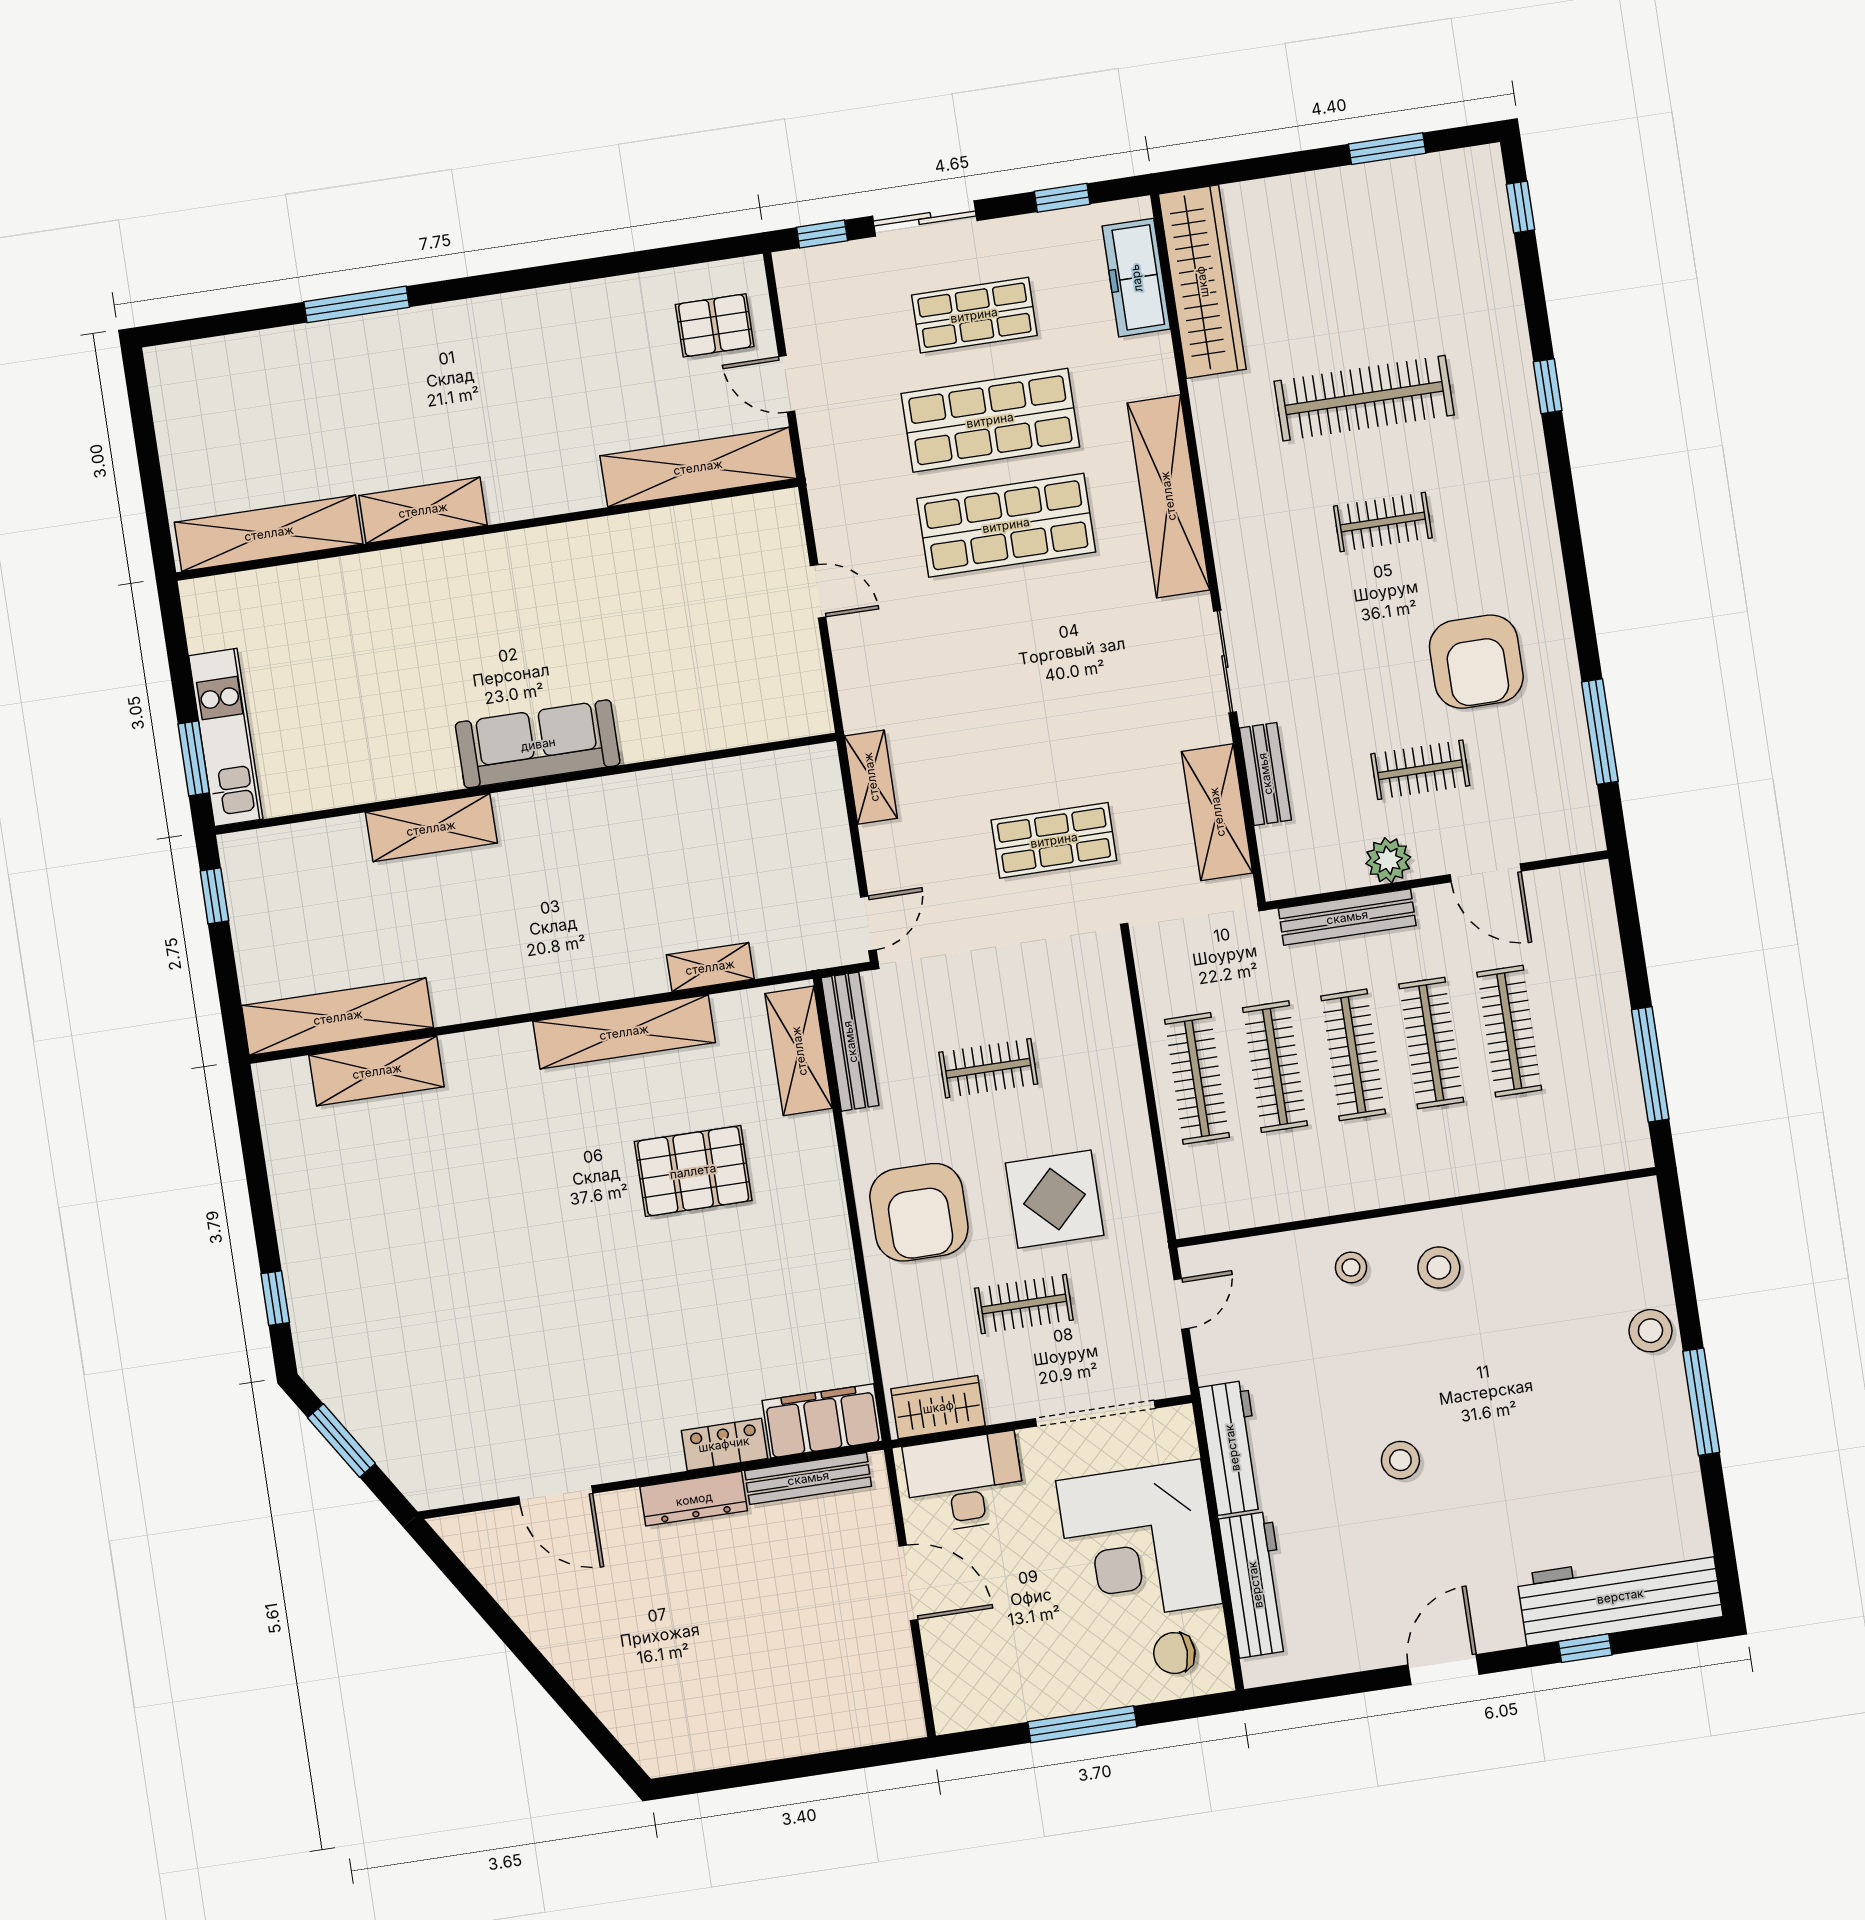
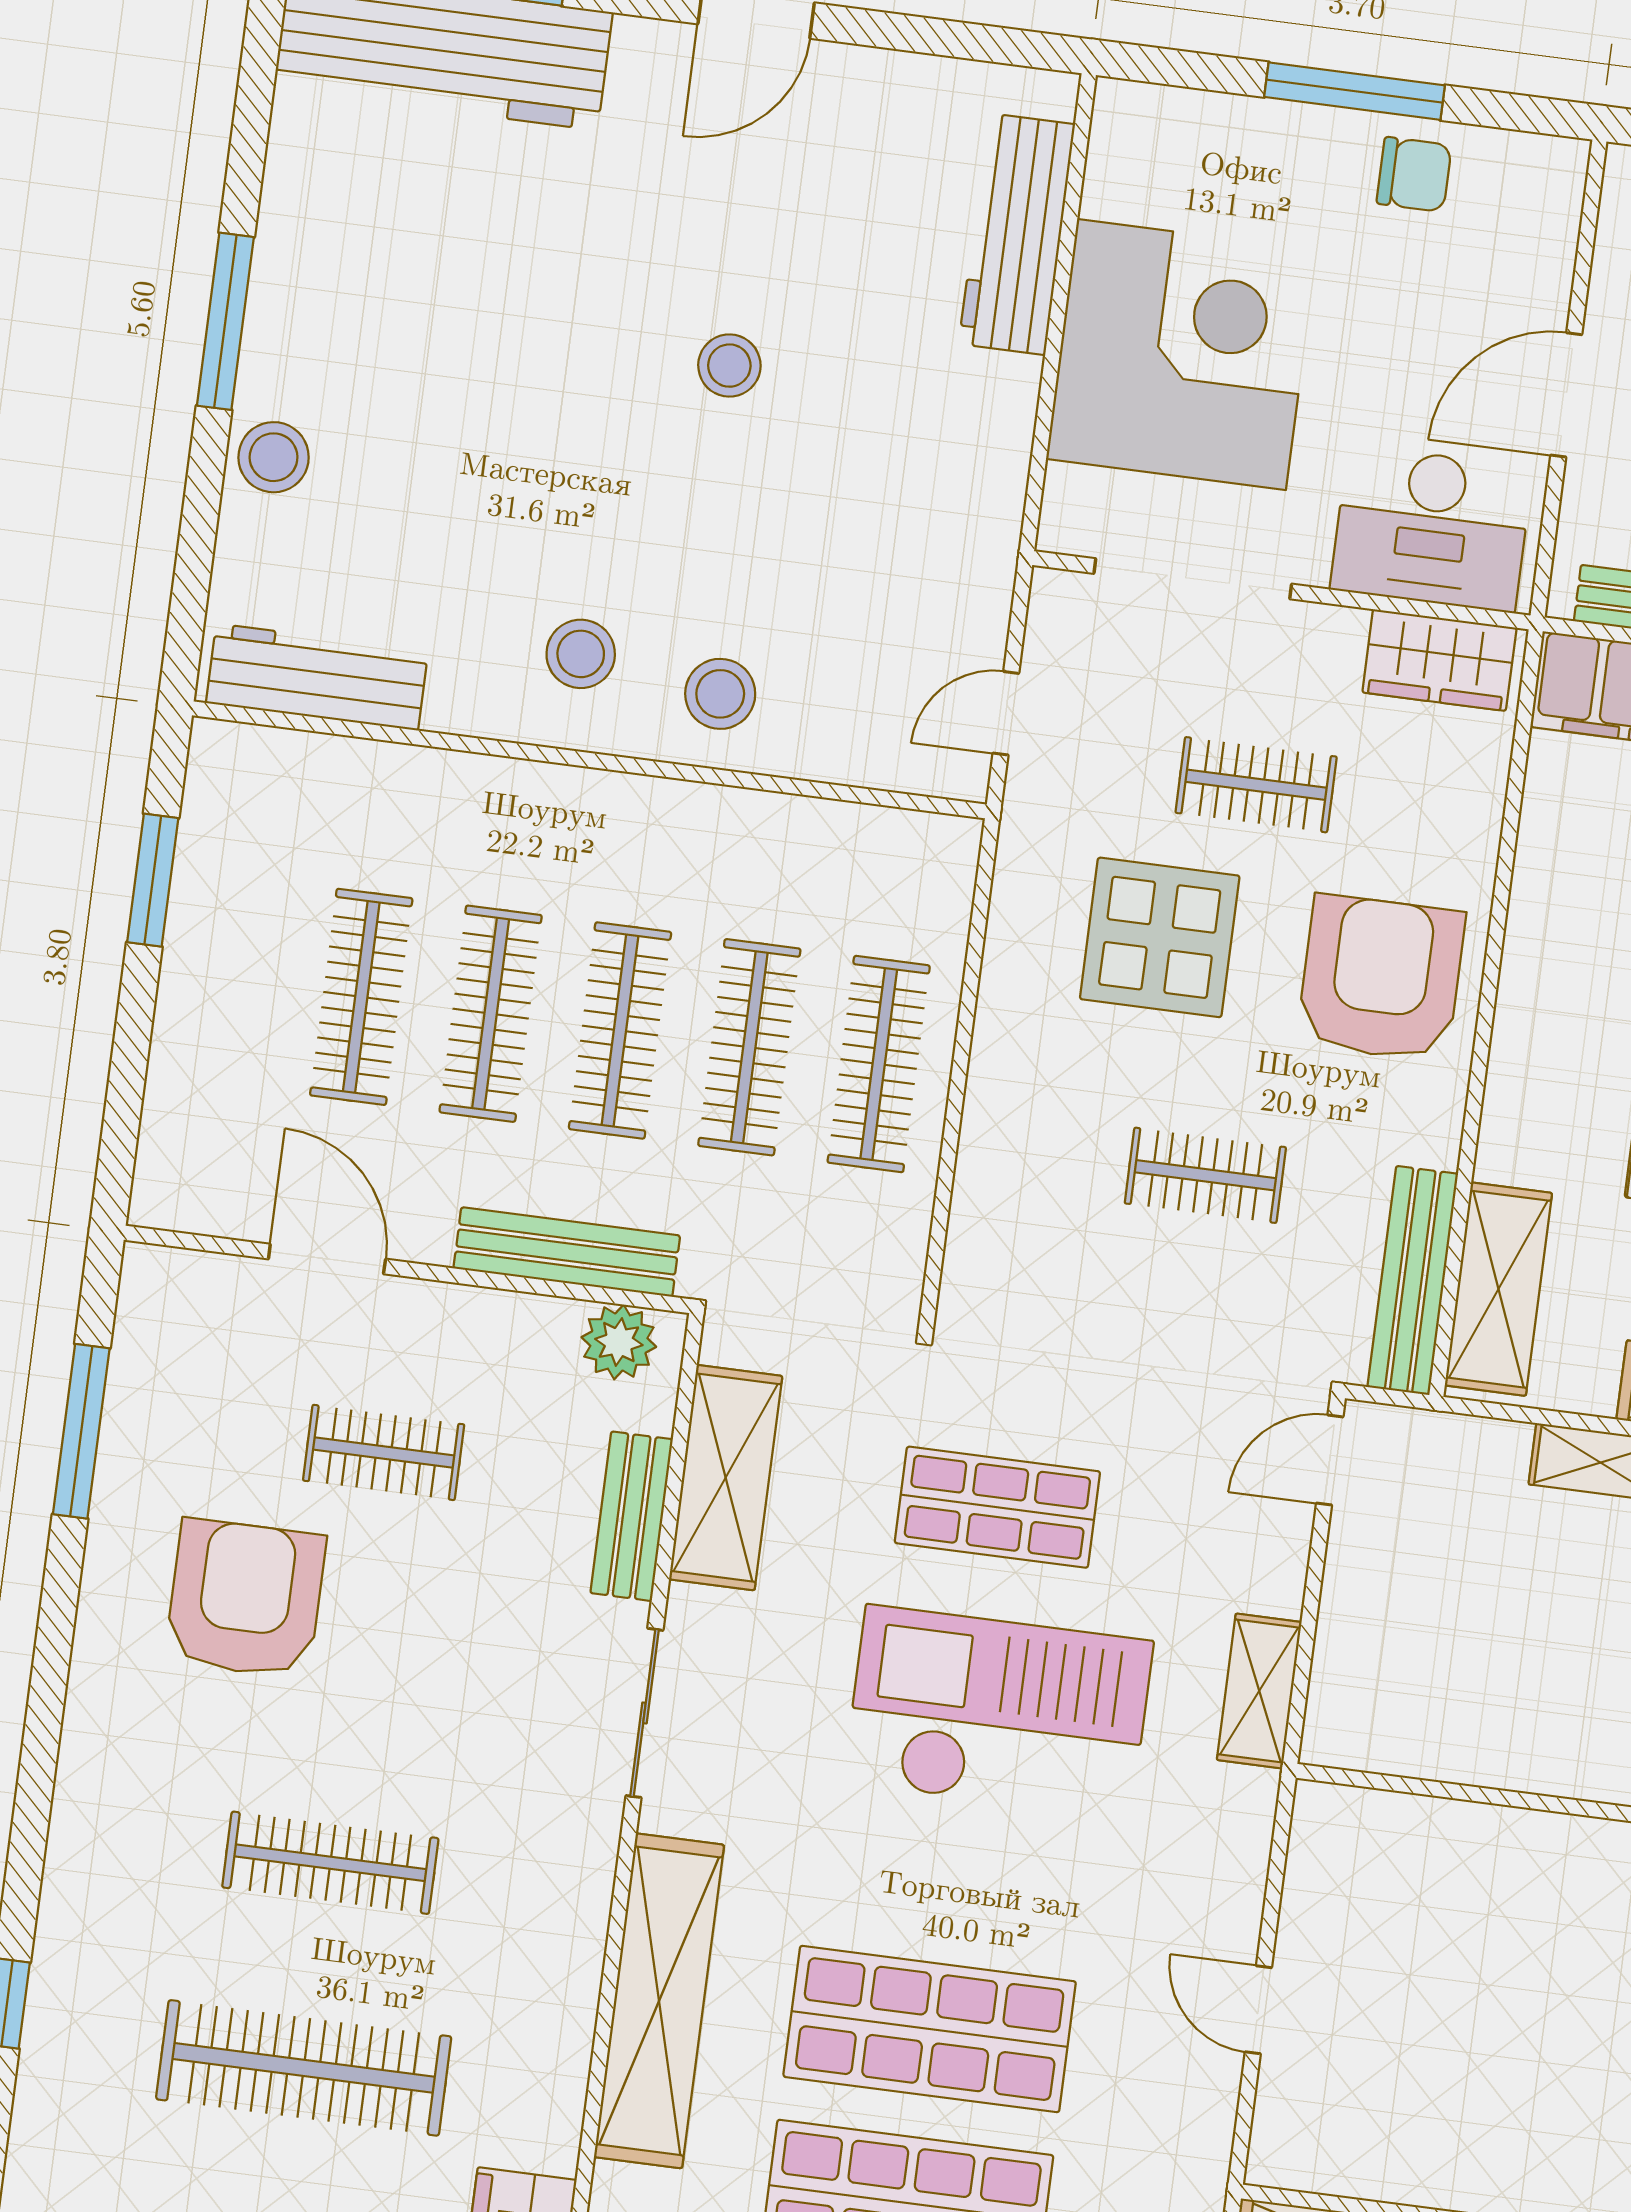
clothes rail: (1383, 522) -> (330, 1863), width x1.36
checkout: (1019, 721) -> (998, 1712), added
plant: (1388, 860) -> (619, 1342), moved
window: (1650, 1064) -> (153, 880), width x0.69
stool: (1351, 1267) -> (720, 694), width x1.37, depth x1.37
workbench: (1232, 1448) -> (317, 677), moved, turned 90
door: (908, 1583) -> (1566, 395), hinge flipped
chair: (1174, 1653) -> (1414, 174), moved

